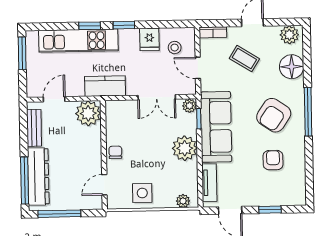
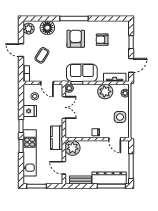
door: (198, 68) -> (47, 83), hinge flipped
armchair: (274, 115) -> (76, 39), turned -124
sofa: (216, 127) -> (82, 73), width x0.73
plant: (185, 148) -> (105, 92), moved

